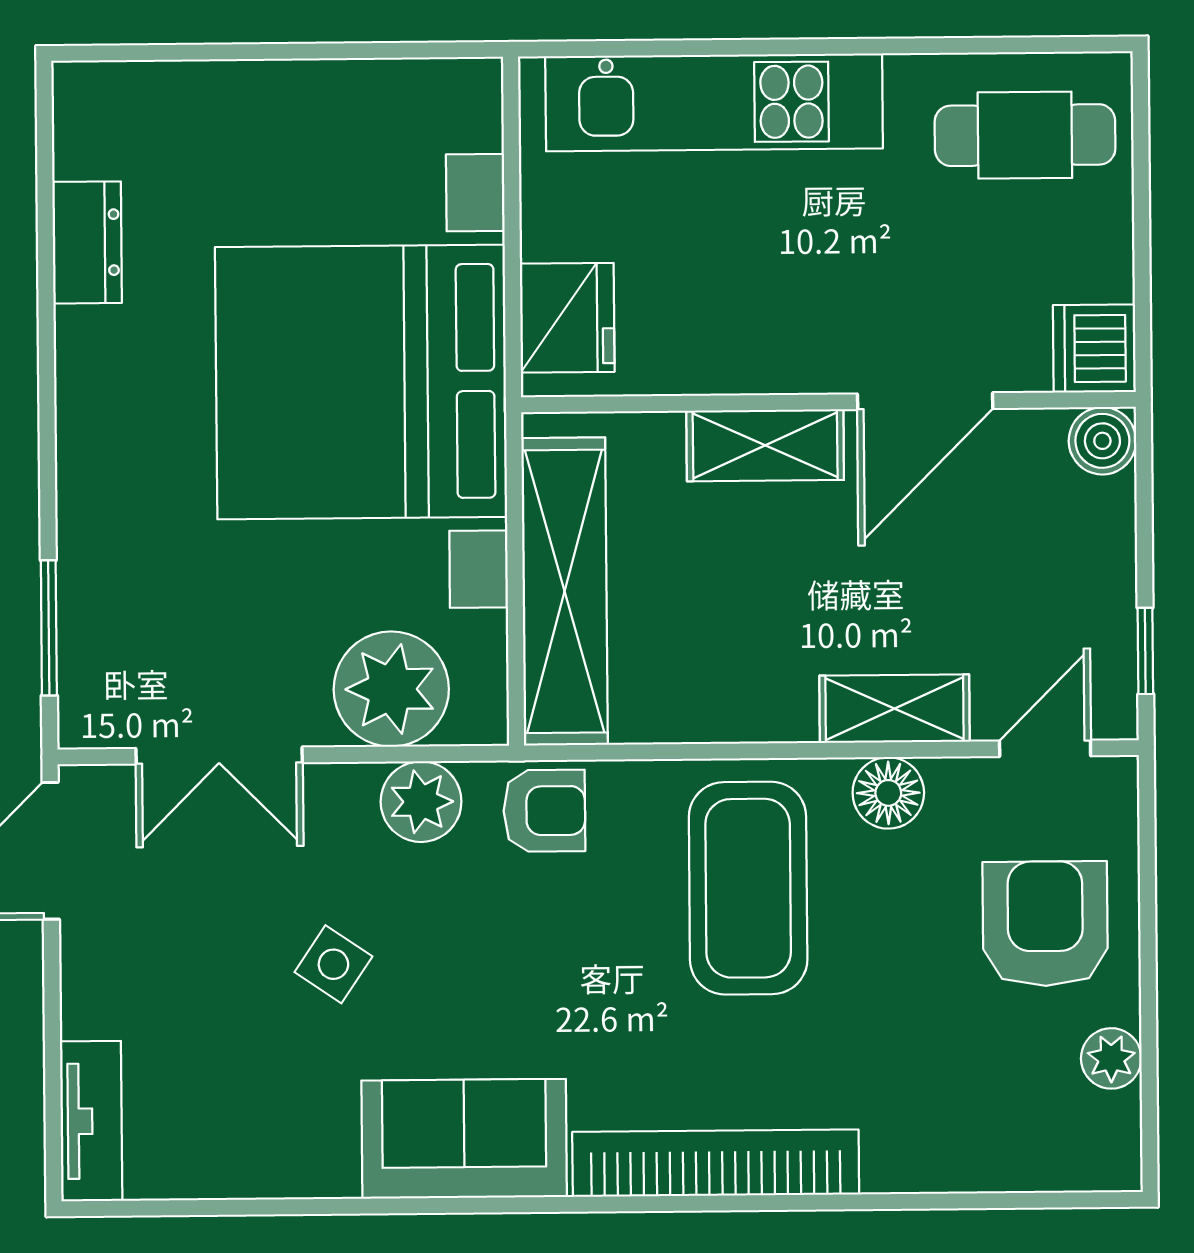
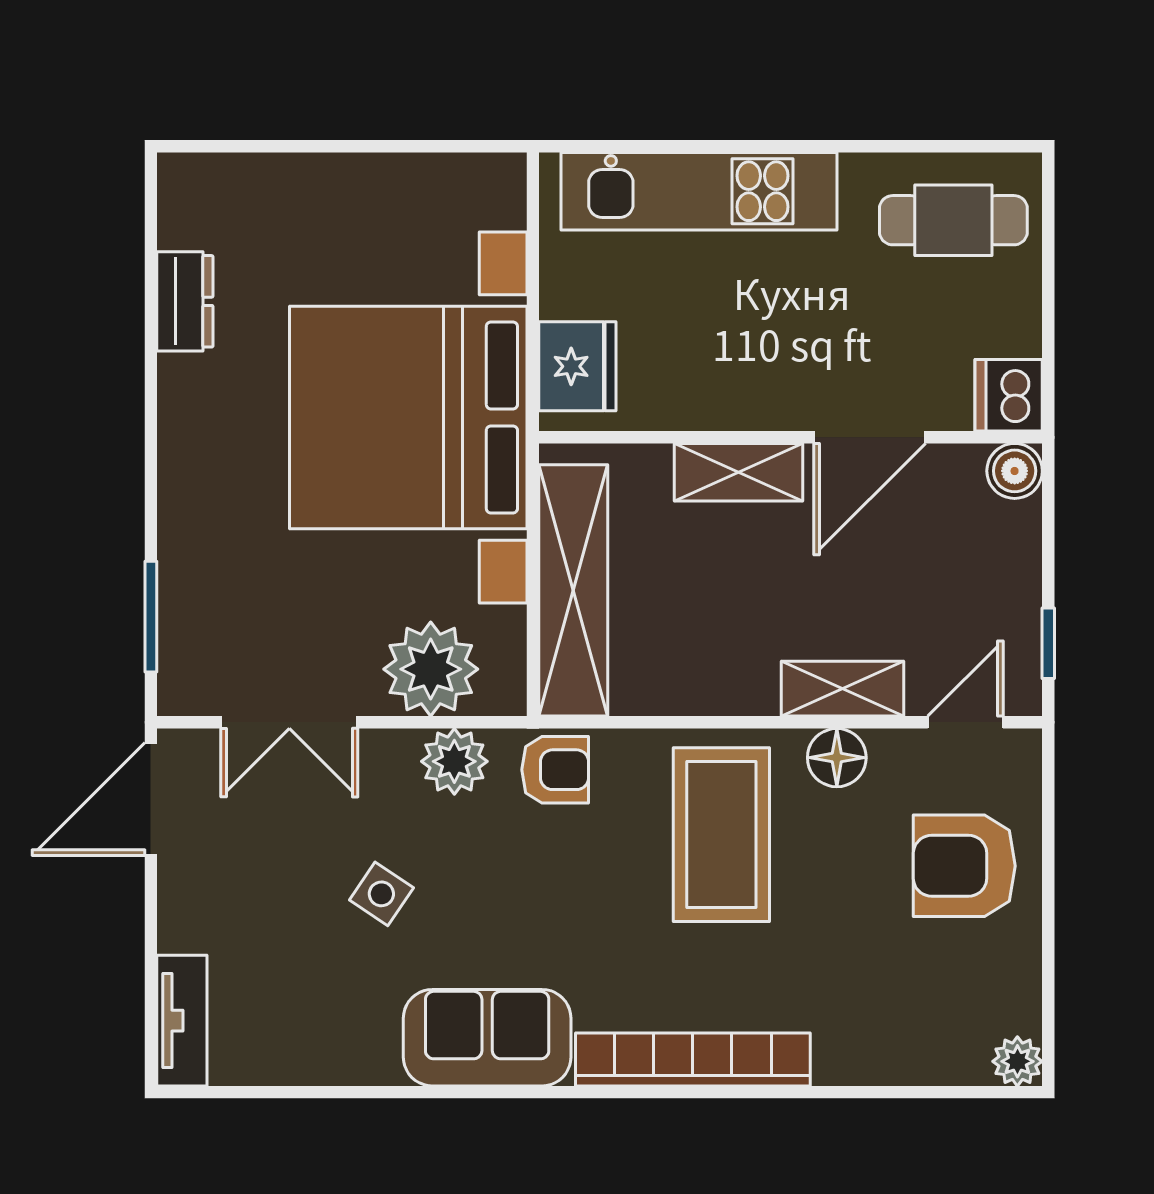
armchair: (1045, 924) -> (964, 866), turned -90
plant: (1111, 1058) -> (1017, 1061), moved

